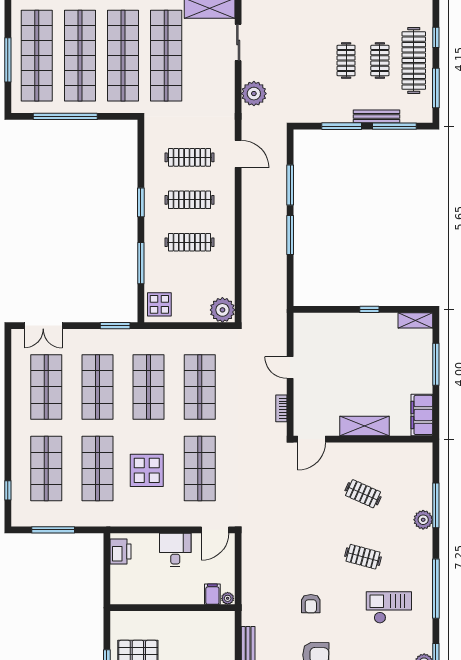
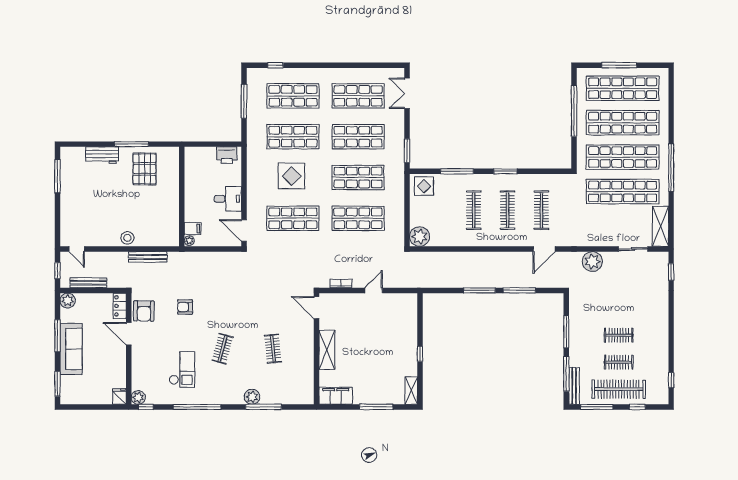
bench: (376, 116) -> (574, 386), moved
clothes rail: (363, 494) -> (273, 349), turned -30

